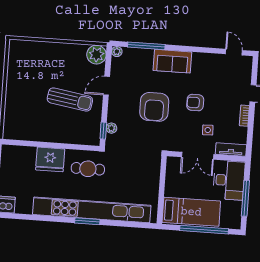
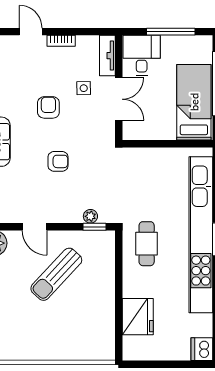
sun lounger: (70, 100) -> (56, 274), turned -146
armchair: (195, 103) -> (48, 107), turned 180
armchair: (154, 107) -> (58, 161), width x0.53, depth x0.53
fridge: (50, 159) -> (138, 317), moved
desk: (229, 180) -> (142, 55), width x0.73

